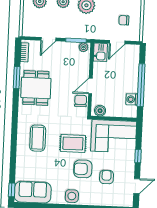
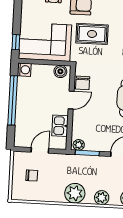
kitchen sink: (100, 52) -> (60, 126), moved
washing machine: (132, 99) -> (24, 70), moved
window: (138, 156) -> (16, 42), moved

